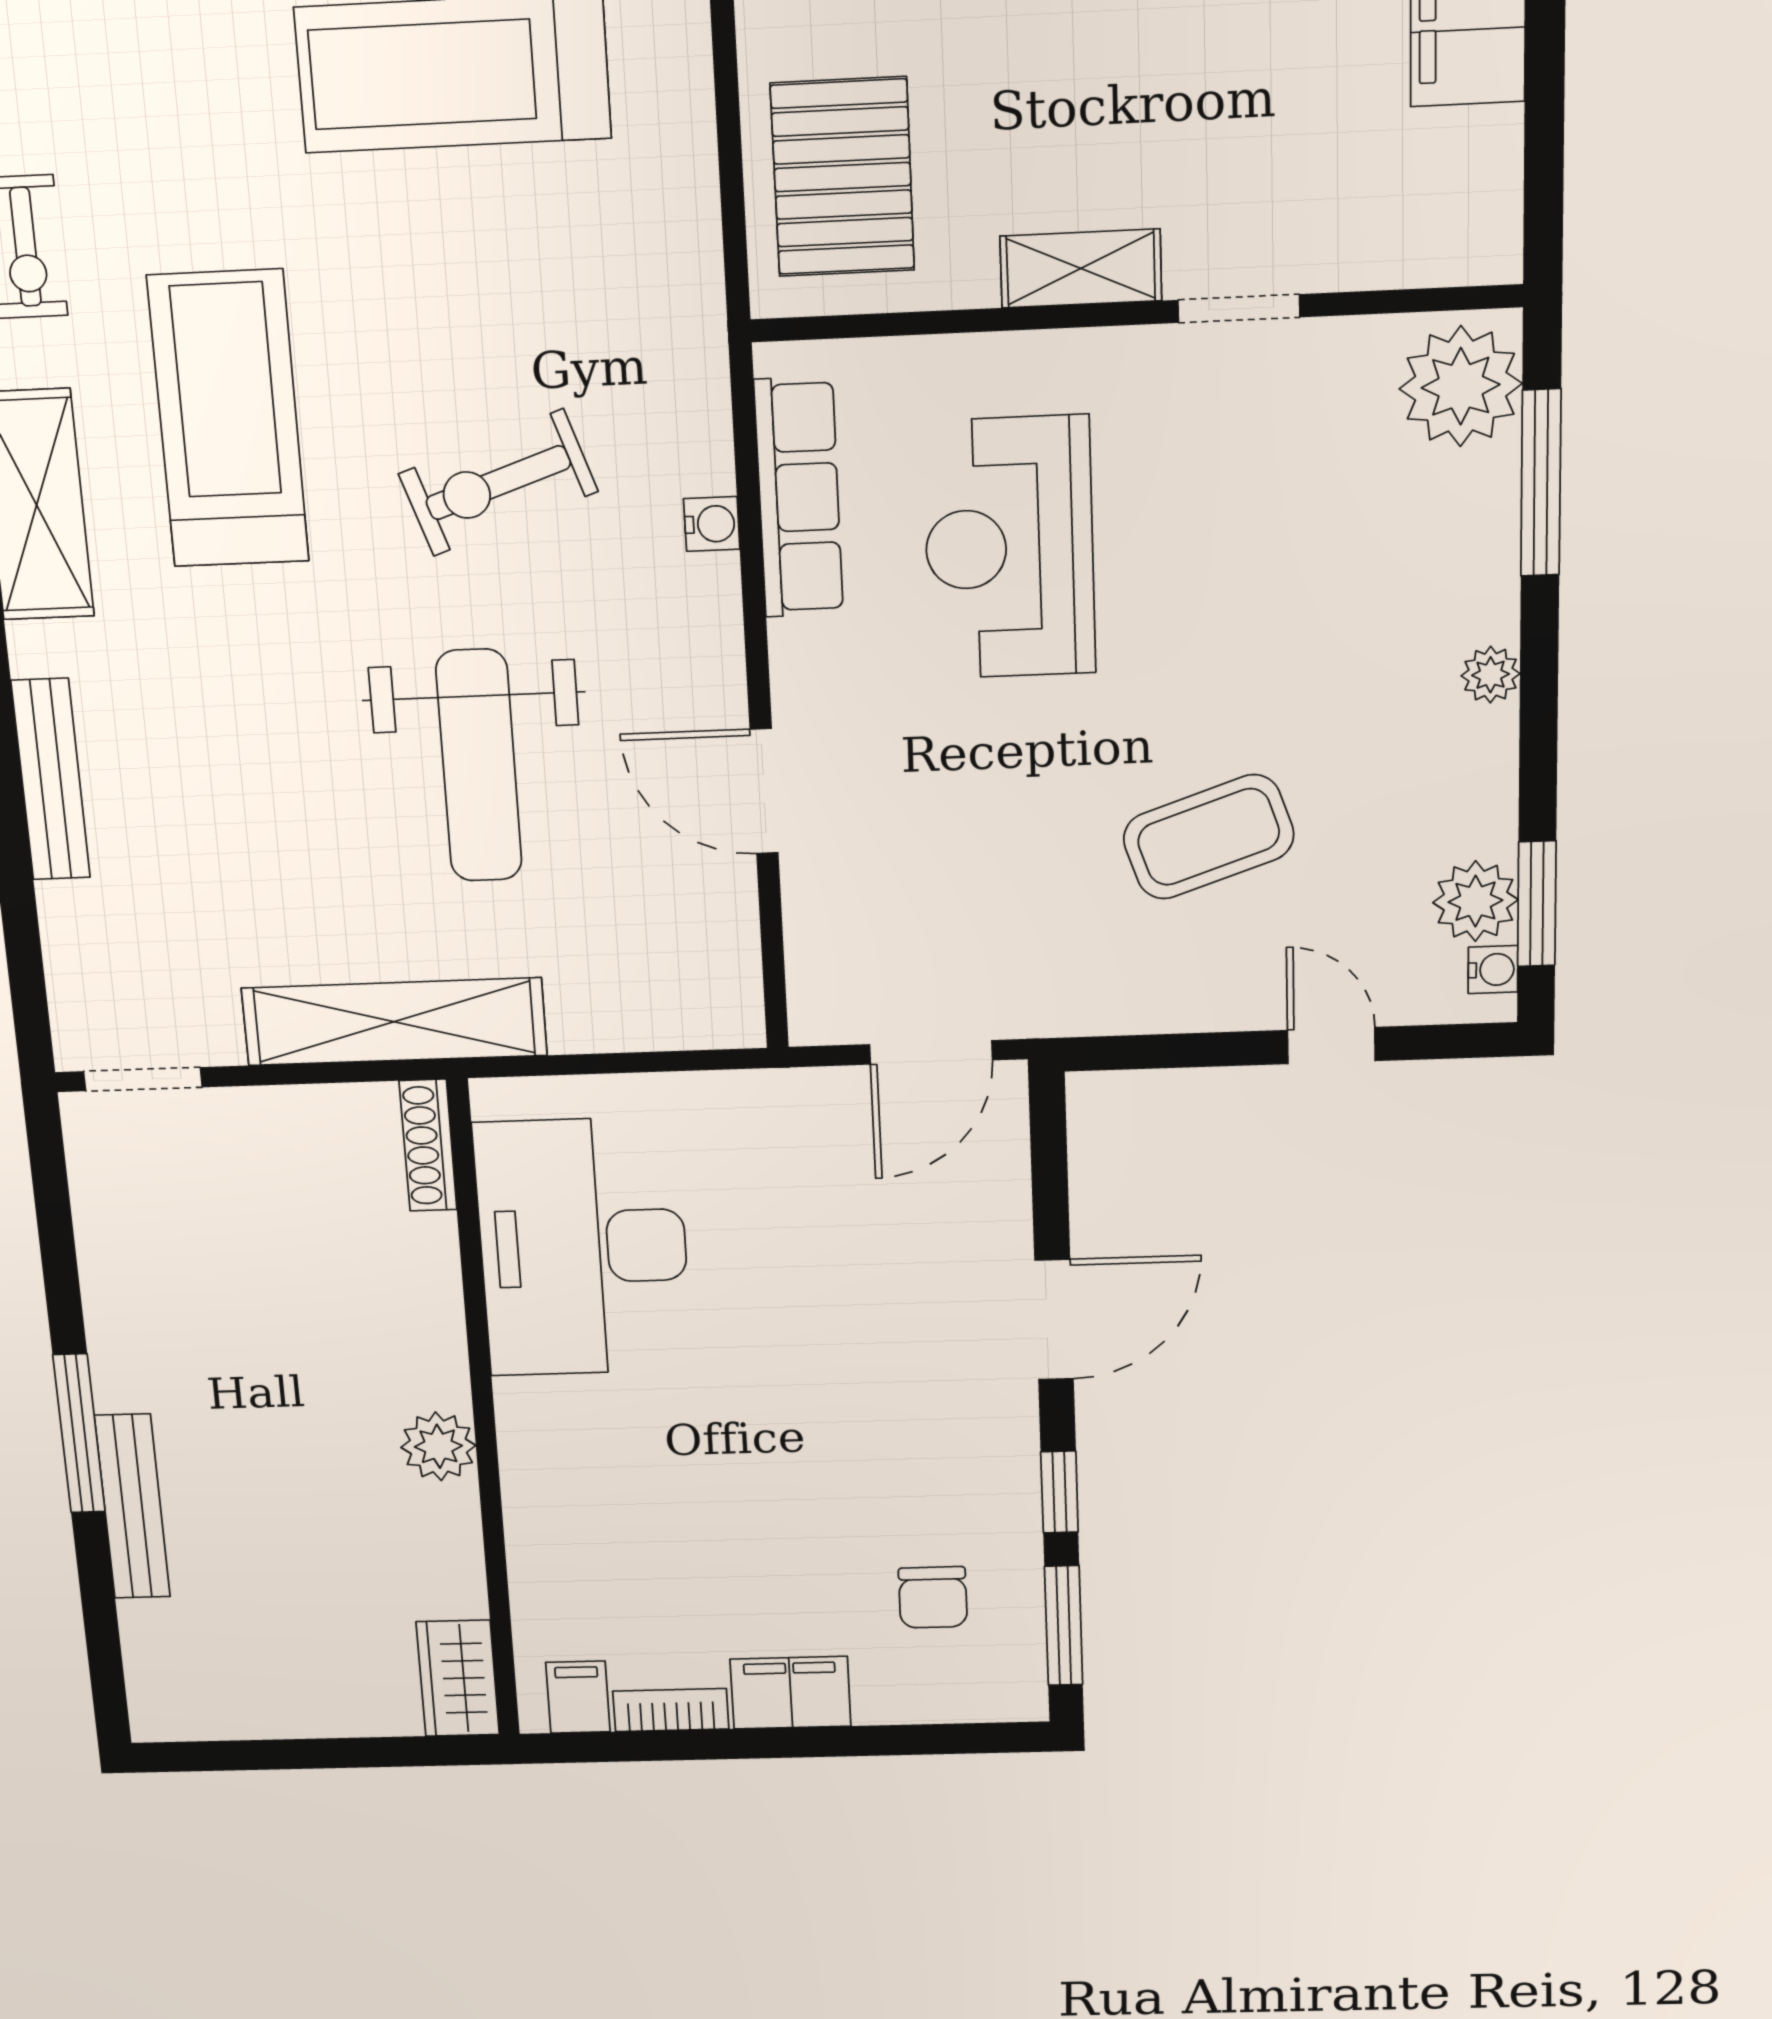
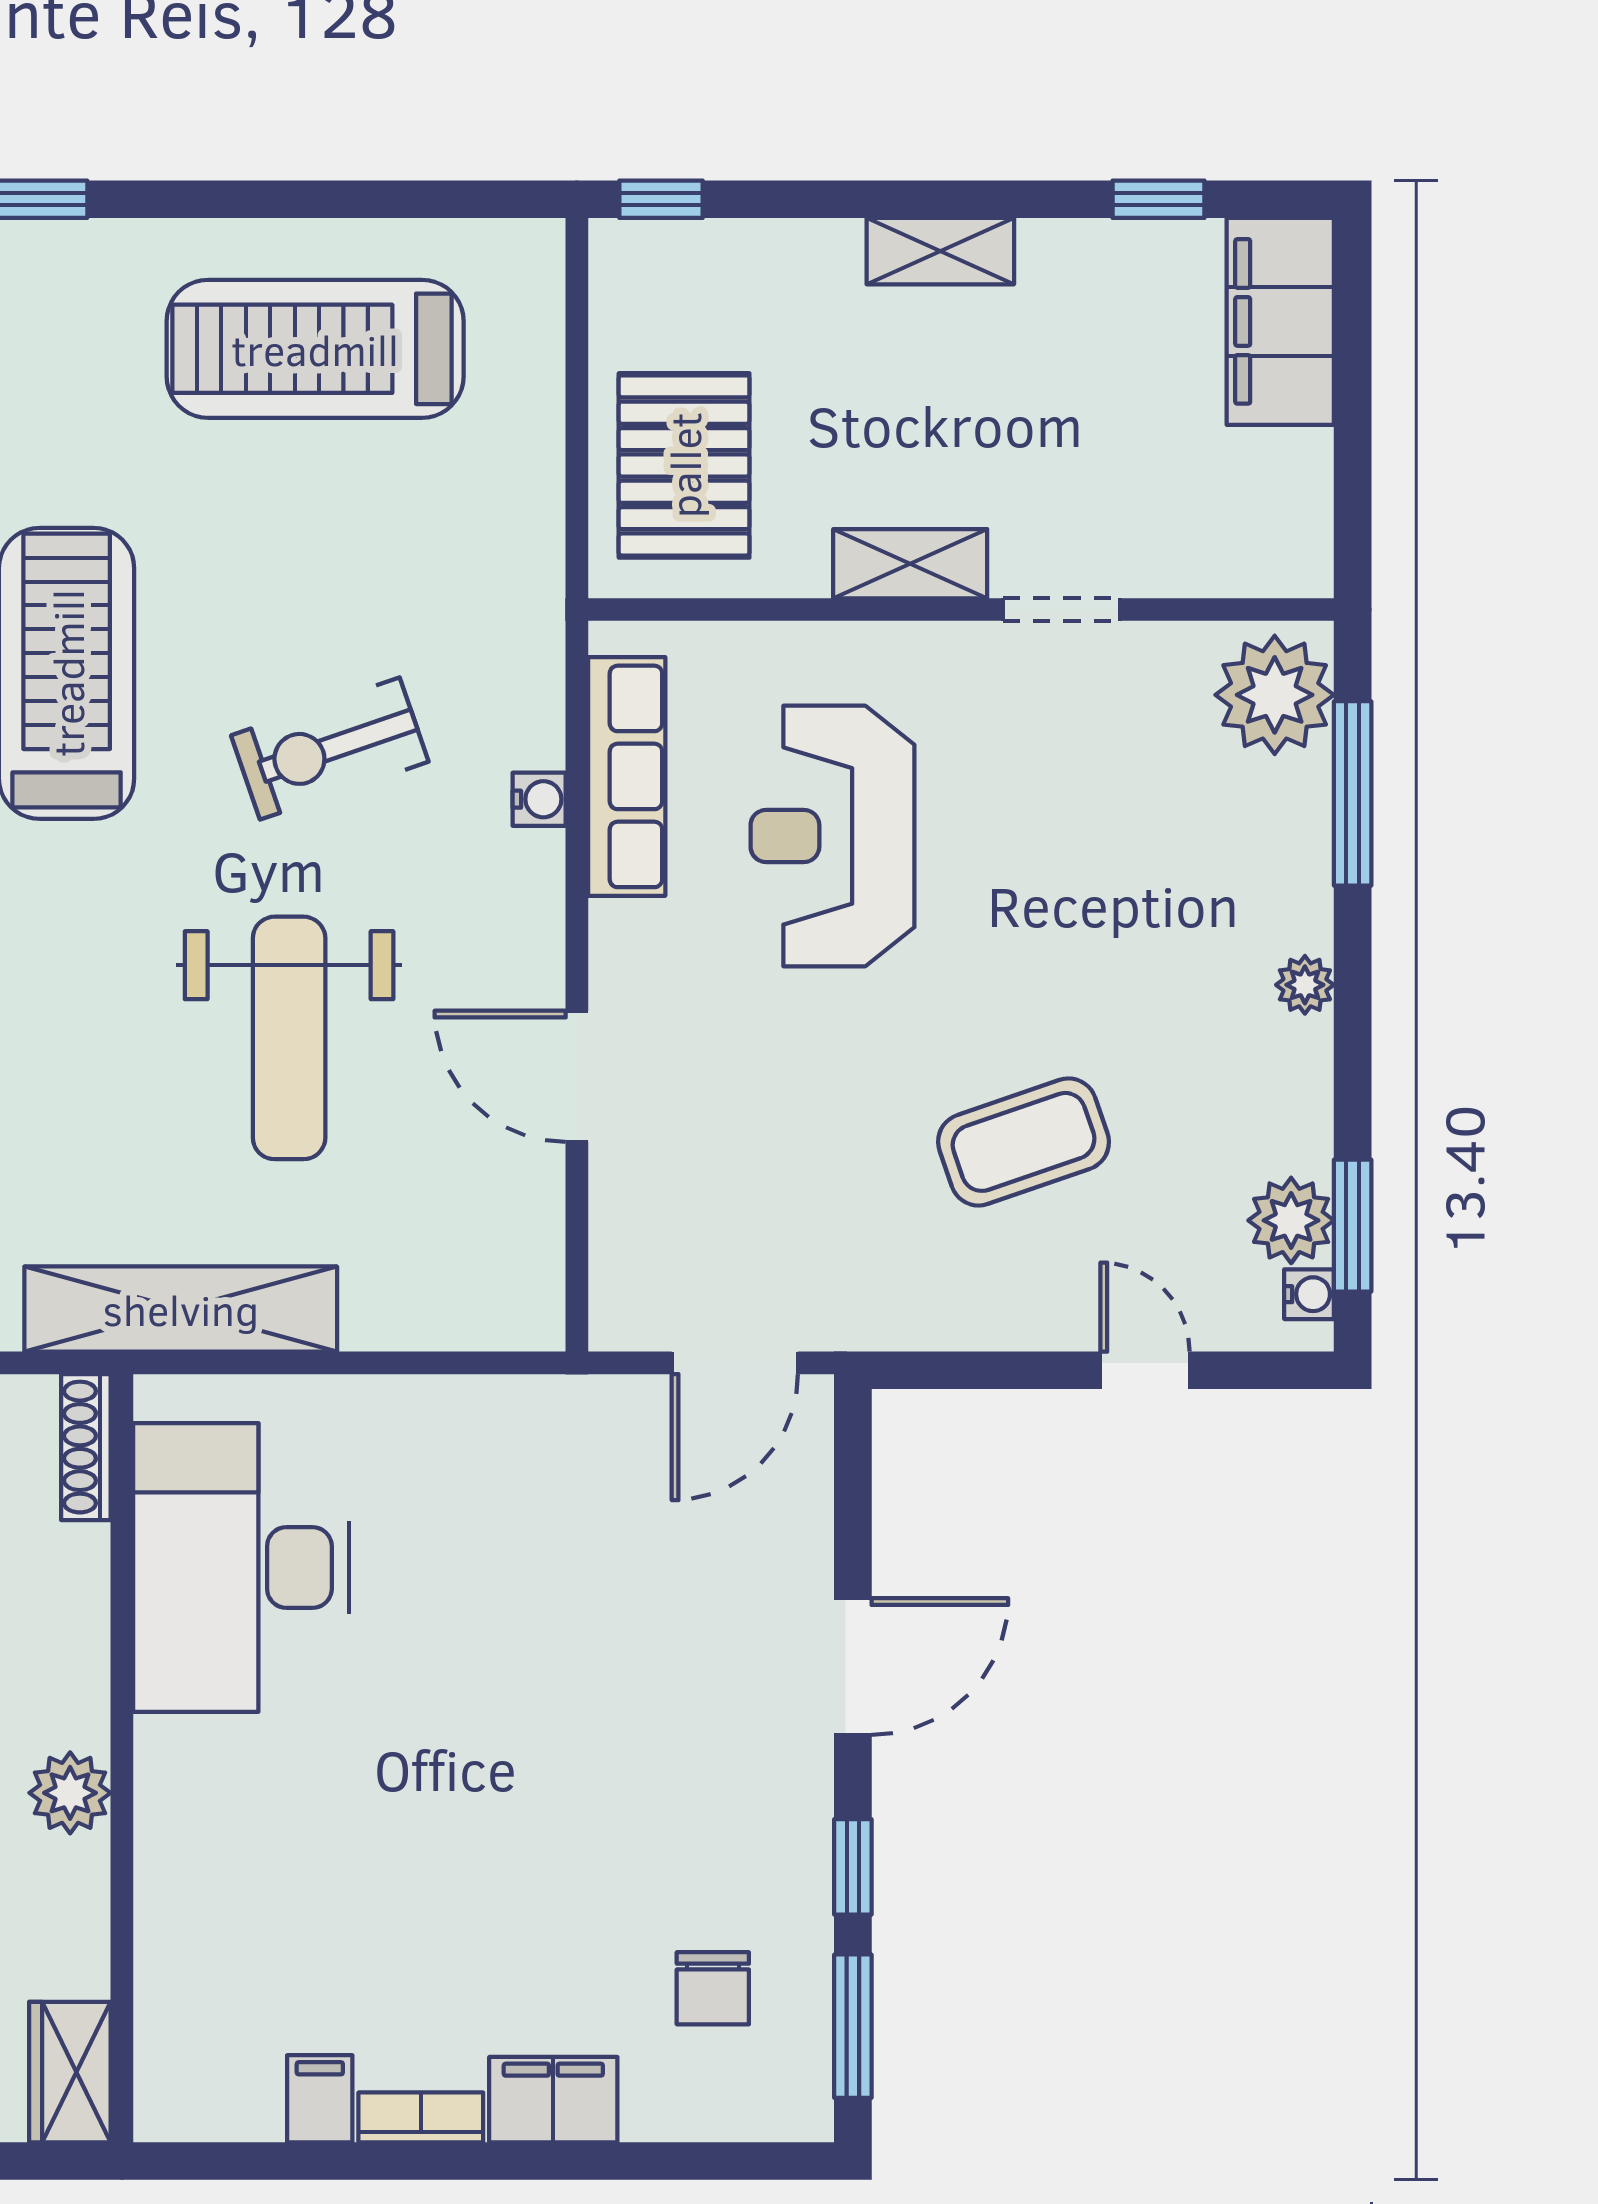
shoe rack: (428, 1145) -> (86, 1447), moved
desk: (583, 1247) -> (241, 1567), moved
wall: (484, 1416) -> (122, 1758), moved
plant: (438, 1446) -> (70, 1793), moved
wardrobe: (458, 1678) -> (70, 2072), moved

